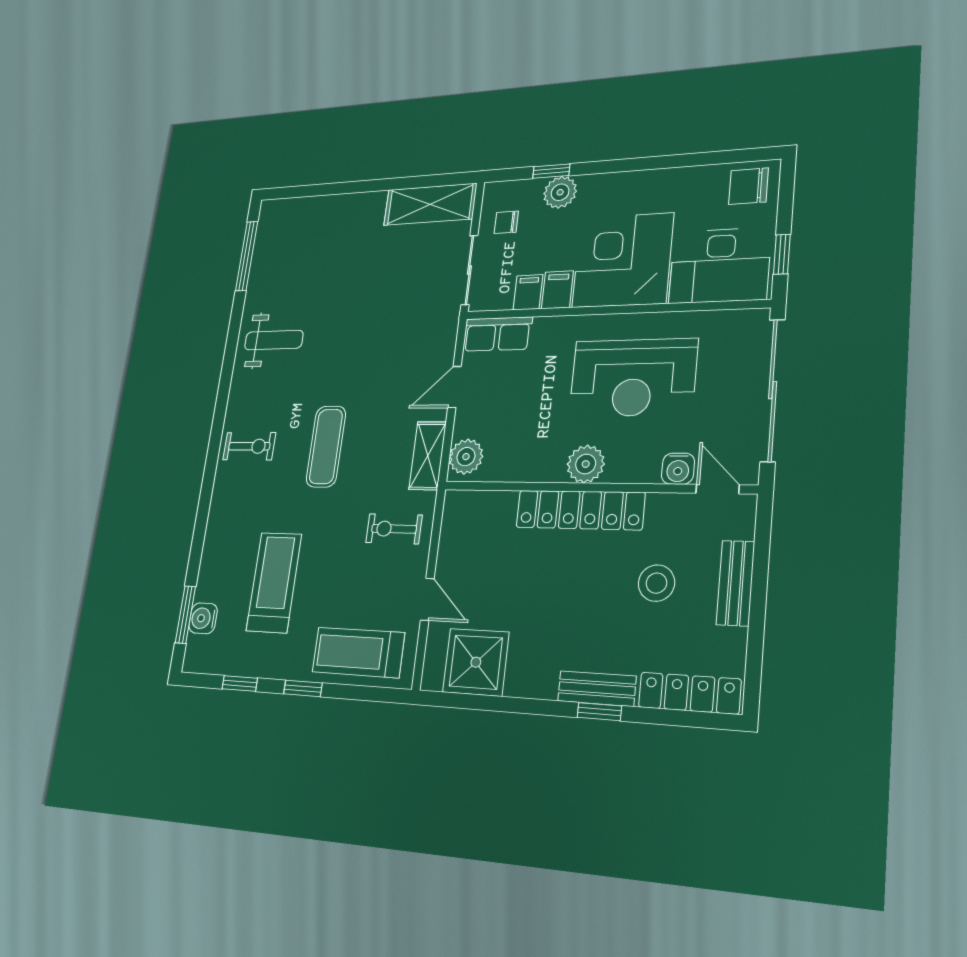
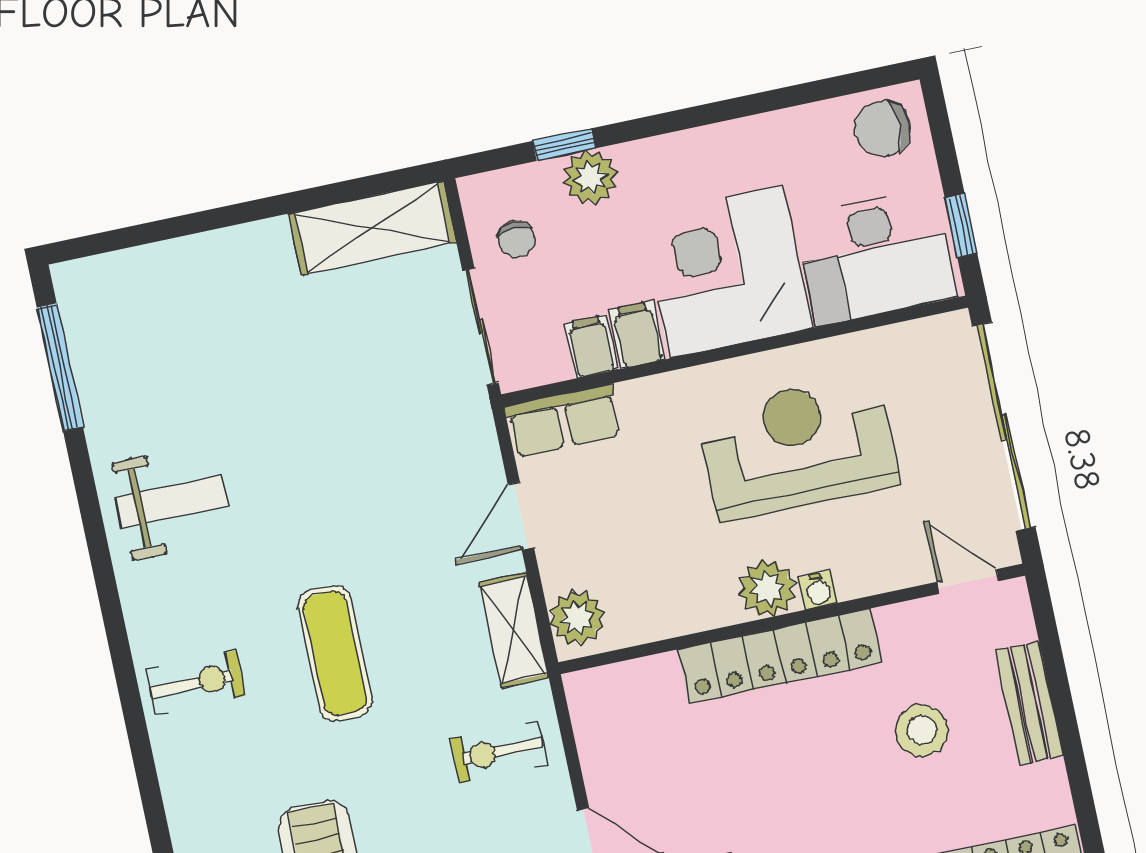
chair: (506, 222) -> (516, 239), turned -90
reception desk: (633, 378) -> (798, 447), turned 180
water cooler: (678, 469) -> (818, 590), moved, width x0.72, depth x0.72

